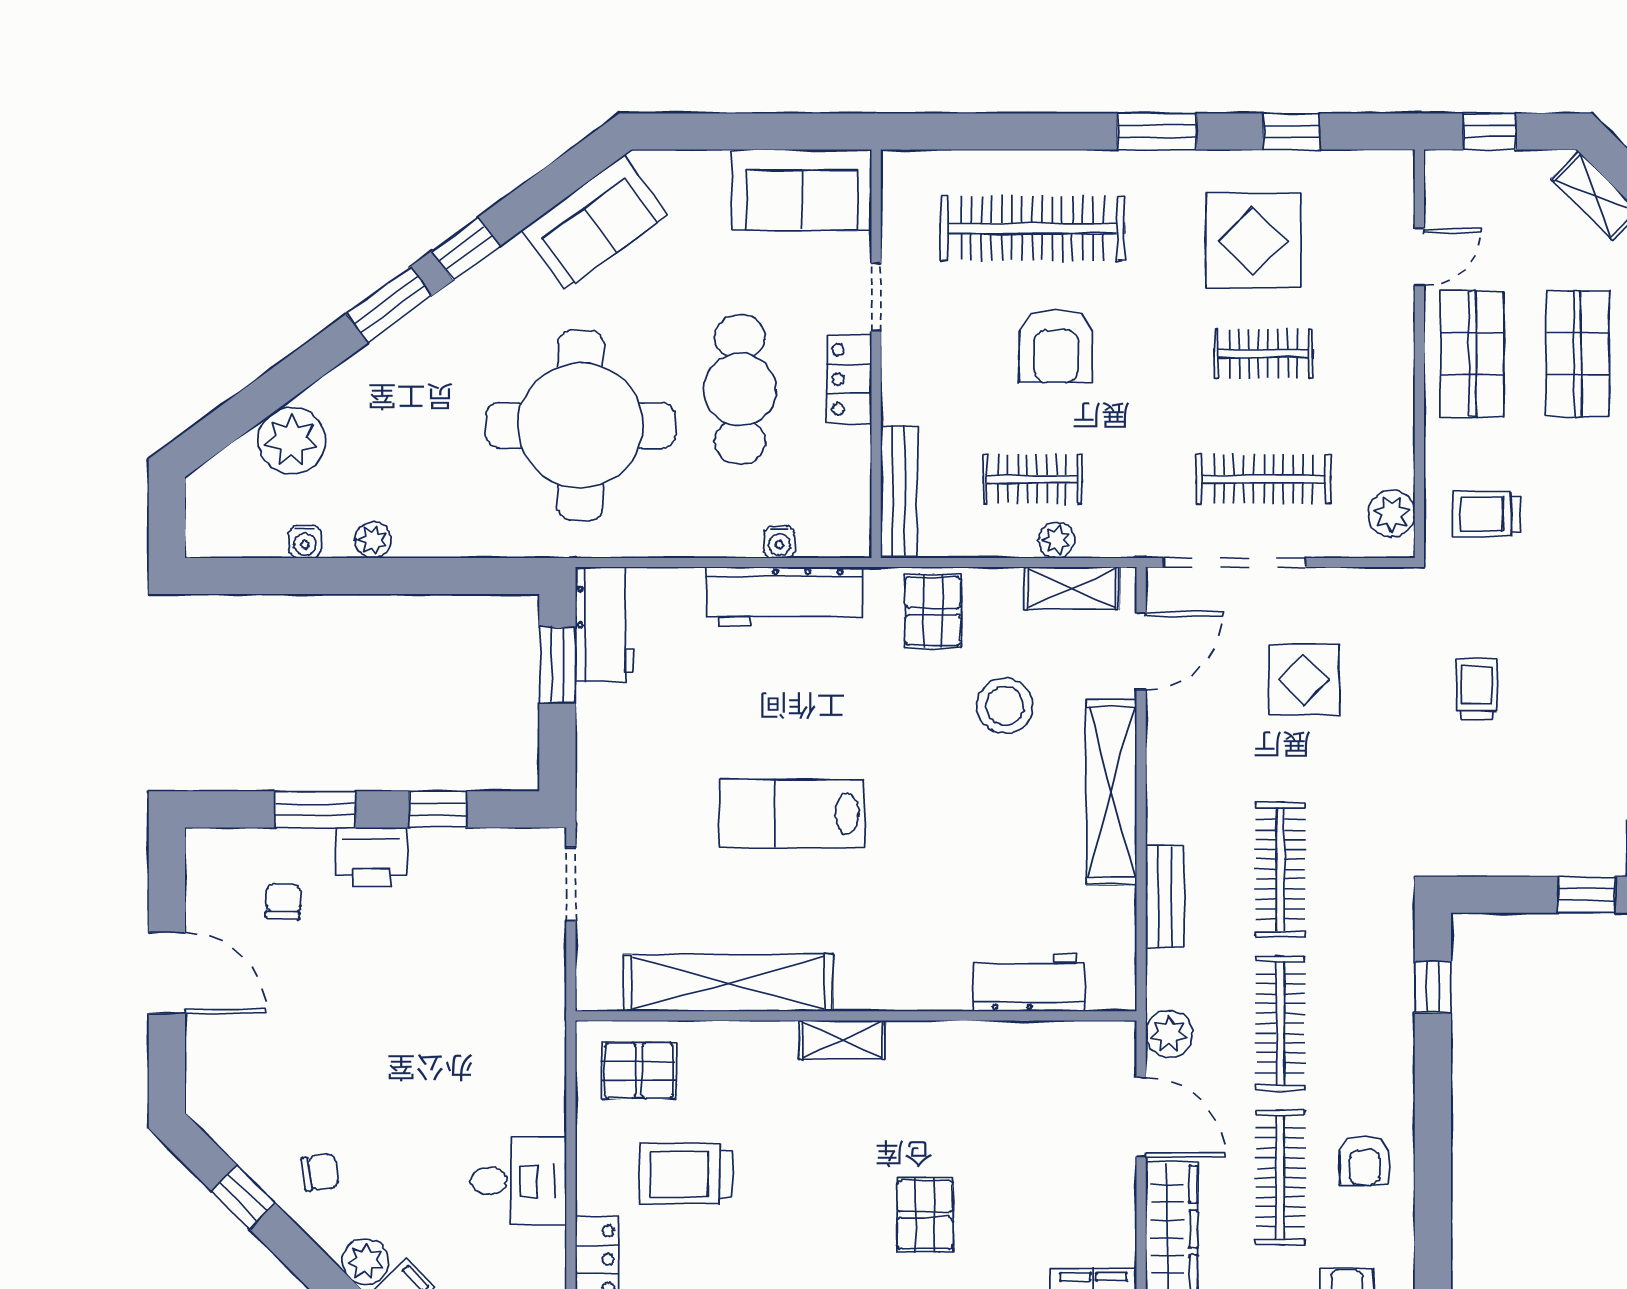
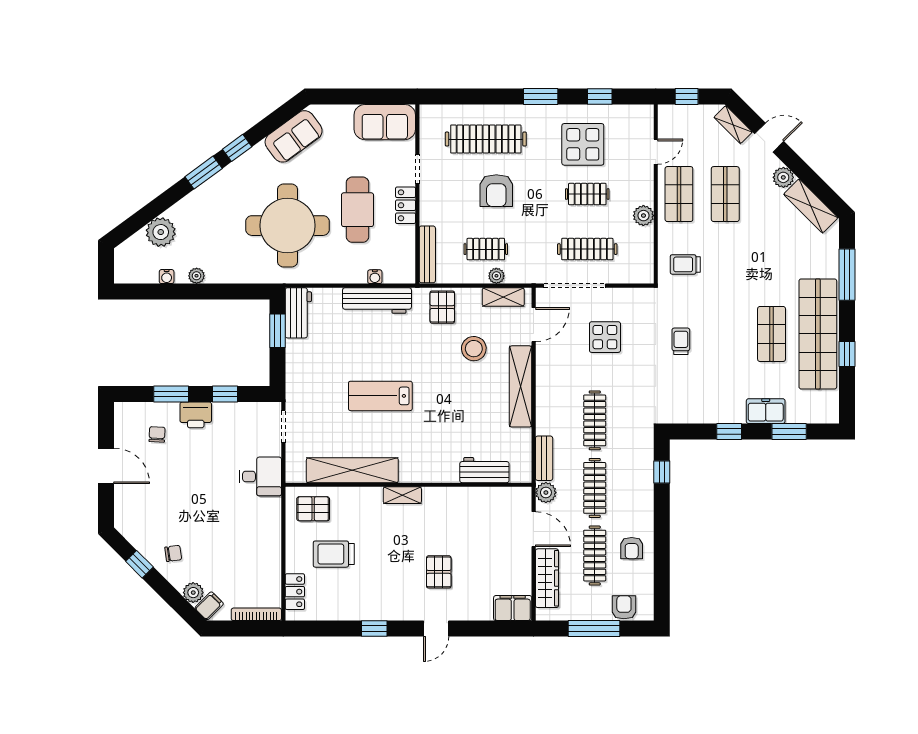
plant: (1391, 514) -> (643, 216), moved
bench: (1165, 896) -> (544, 458), moved
desk: (519, 1181) -> (260, 476), moved

